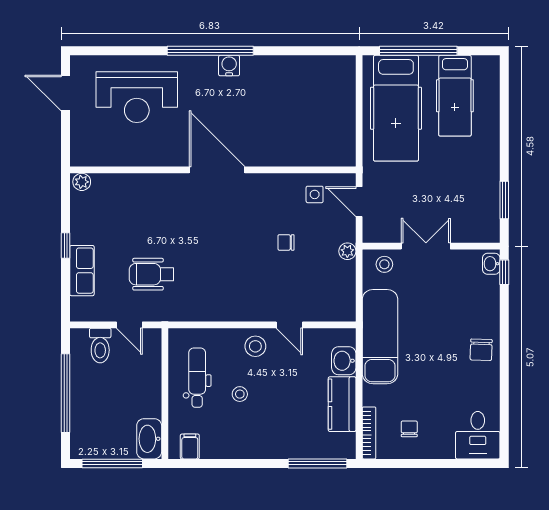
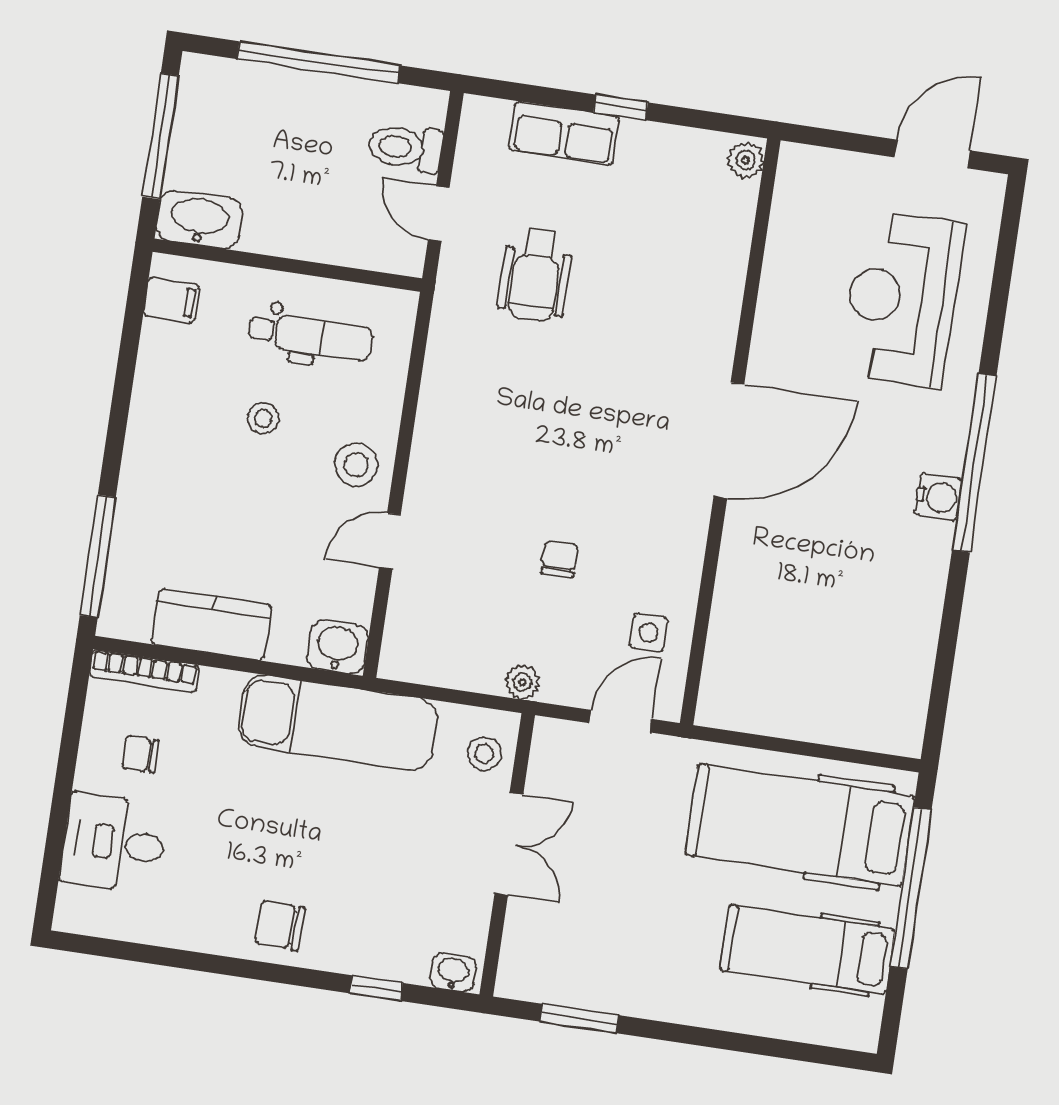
window: (504, 272) -> (376, 988), moved
wheelchair: (152, 274) -> (535, 274), turned 180
door: (129, 325) -> (439, 214), hinge flipped
washbasin: (344, 361) -> (337, 647), moved
chair: (409, 429) -> (140, 754), turned 180
desk: (478, 435) -> (114, 843), moved

